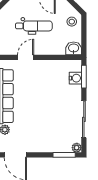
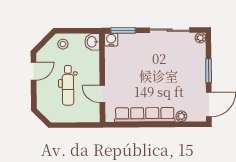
dental chair: (34, 26) -> (68, 85), turned 180
water cooler: (75, 78) -> (111, 40), moved
window: (64, 155) -> (209, 71), moved

